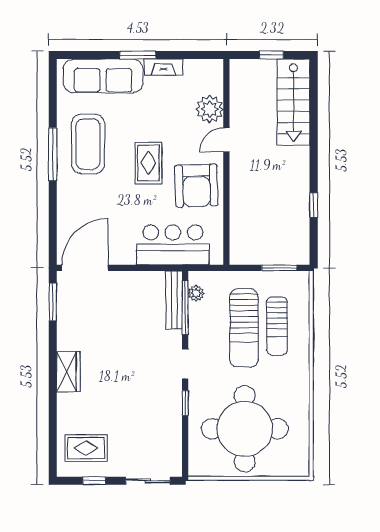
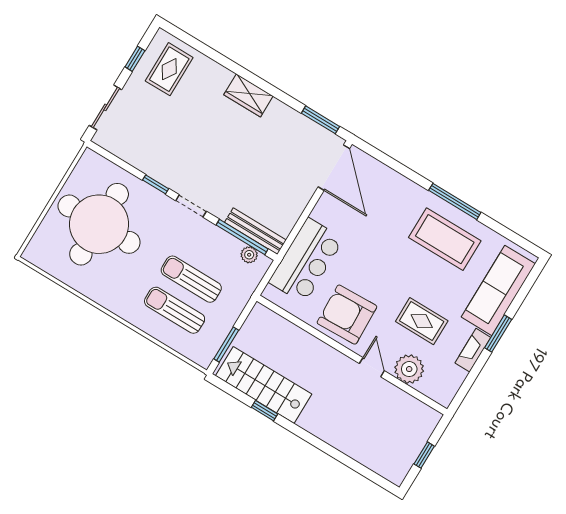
stairs: (293, 102) -> (264, 385), moved
rug: (148, 163) -> (422, 321), moved
sun lounger: (244, 328) -> (191, 279), width x0.73, depth x0.75

